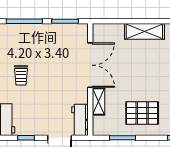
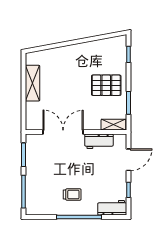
shelving: (98, 101) -> (113, 125), moved
pallet: (142, 113) -> (106, 85), turned 90
workbench: (80, 120) -> (99, 141), moved

